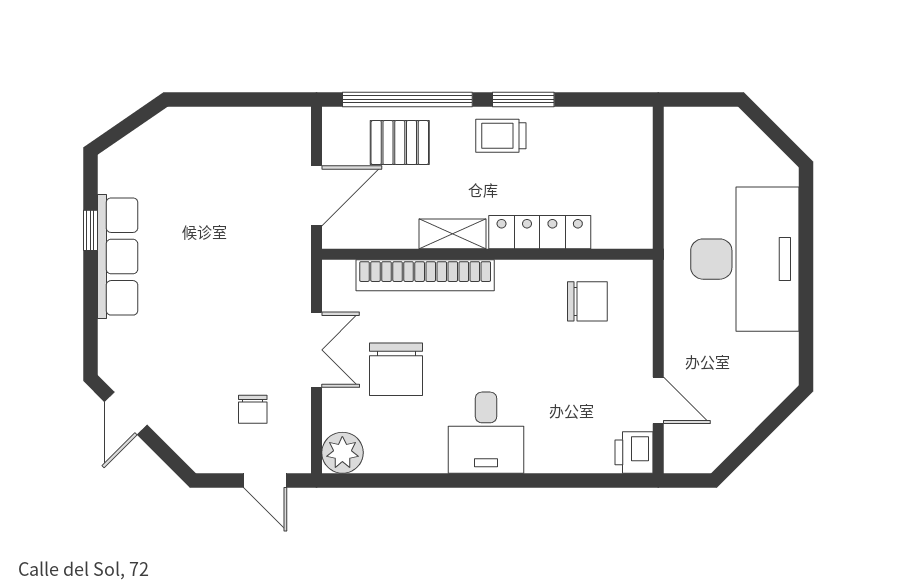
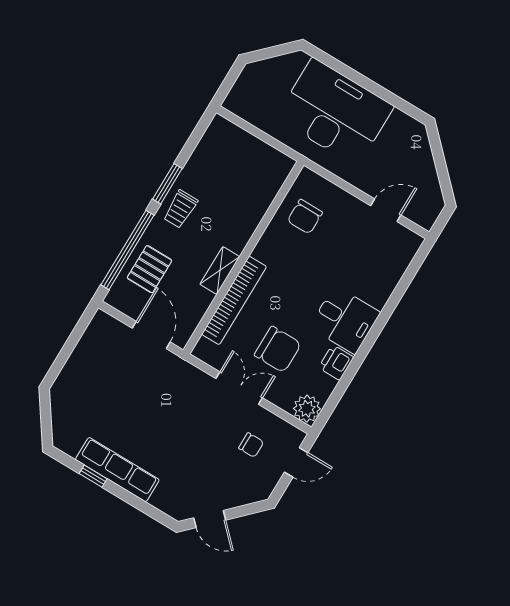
locker: (540, 232) -> (249, 220), removed
chair: (587, 301) -> (305, 217), turned 180
printer: (634, 452) -> (336, 362), moved, turned 90

